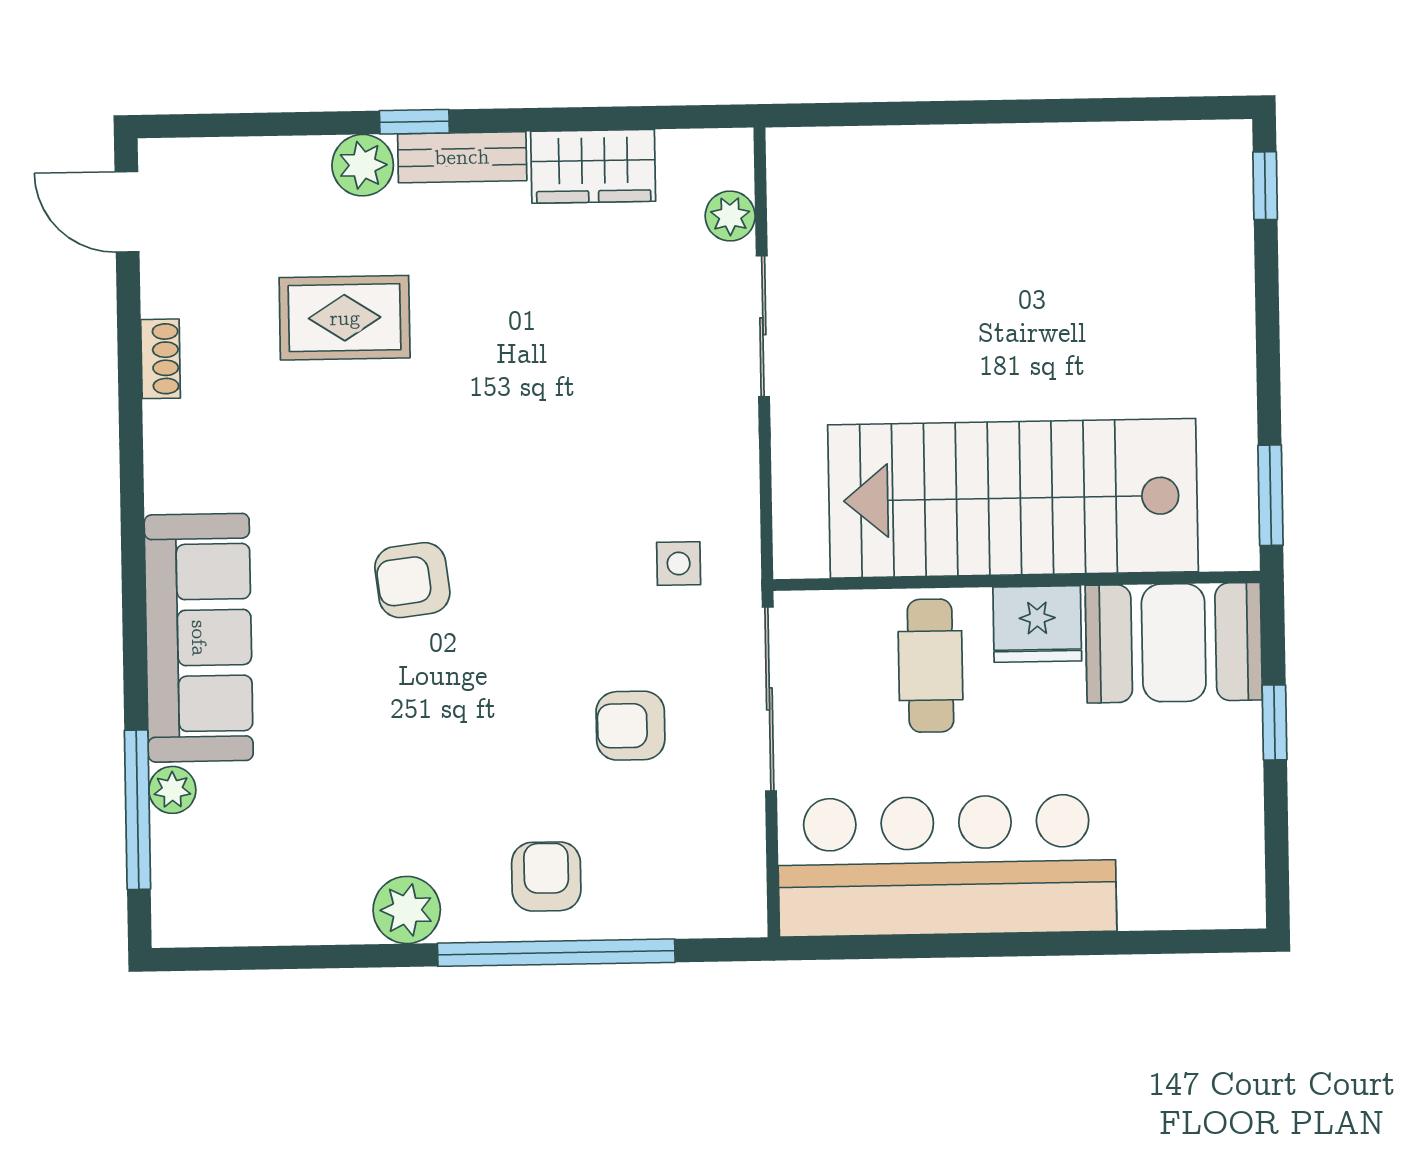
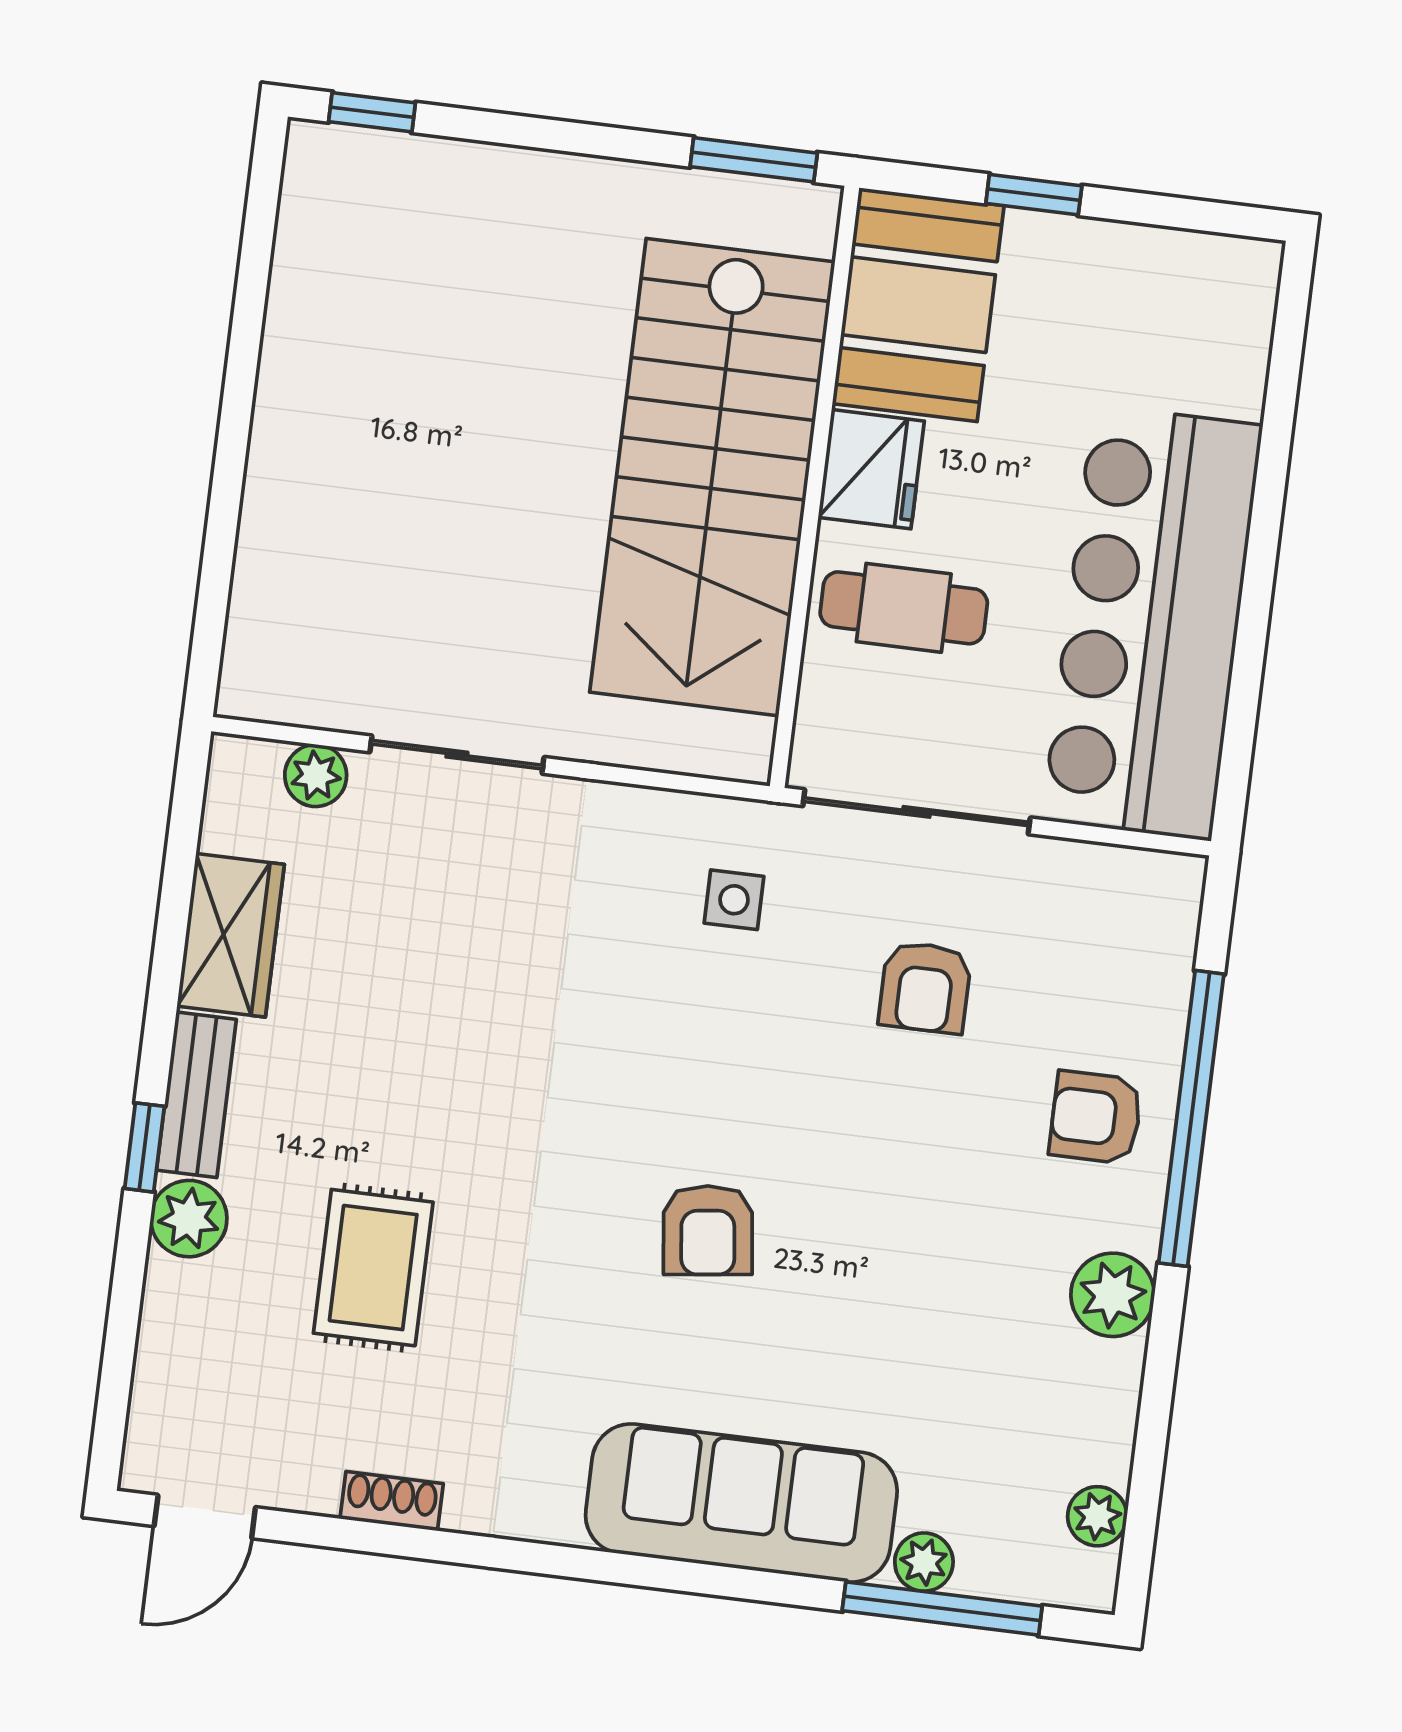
plant: (229, 923) -> (1097, 1516), added

